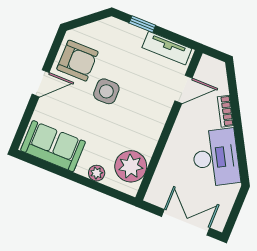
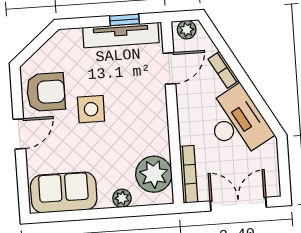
window: (142, 24) -> (124, 20), moved
tv unit: (167, 48) -> (121, 35), width x1.41
plant: (212, 65) -> (187, 30), added
bookcase: (158, 180) -> (189, 174), added

